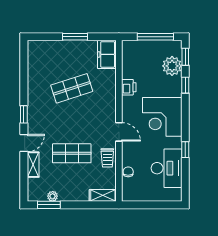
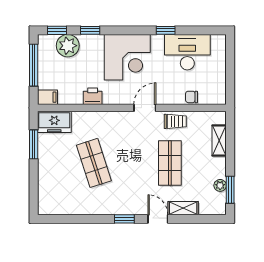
window: (75, 37) -> (34, 144), moved
filing cabinet: (128, 49) -> (47, 97), added
shelving: (103, 195) -> (219, 140), moved

